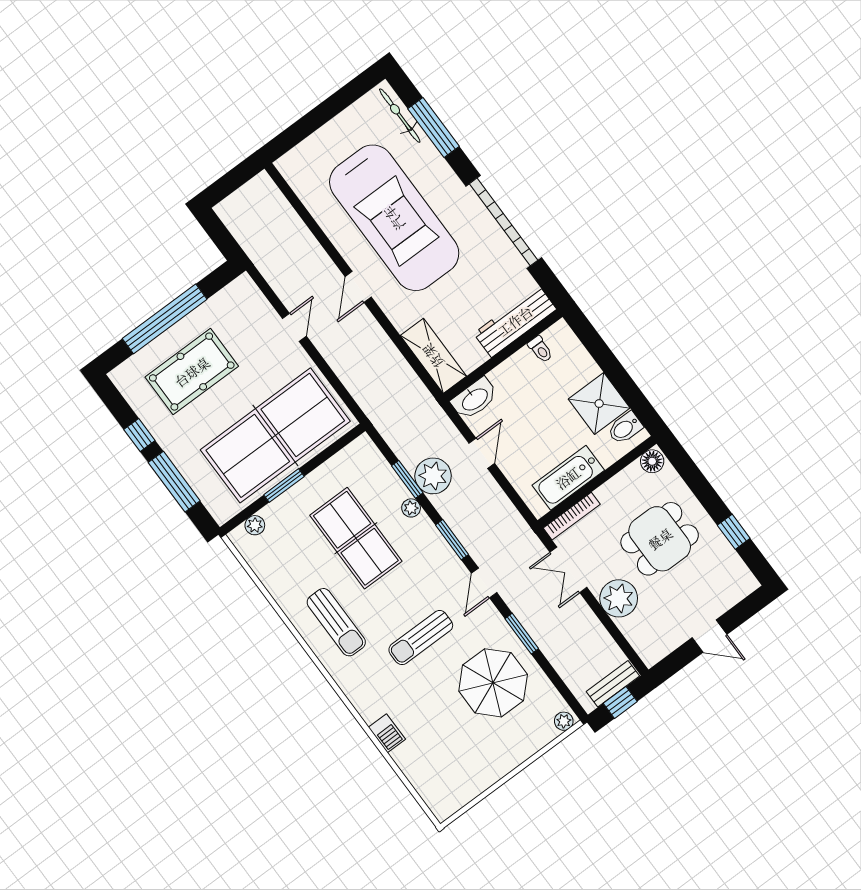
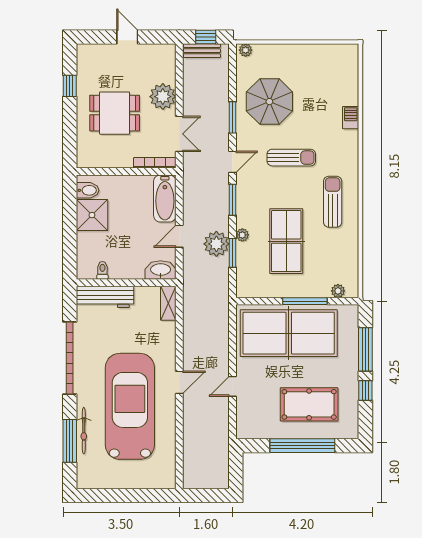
bicycle: (400, 116) -> (84, 431), moved
shelving: (433, 356) -> (168, 303), width x0.67, depth x0.75
floor lamp: (652, 461) -> (86, 160), removed
bathtub: (568, 478) -> (165, 198), moved, turned 90
window: (284, 486) -> (305, 301), width x1.44

